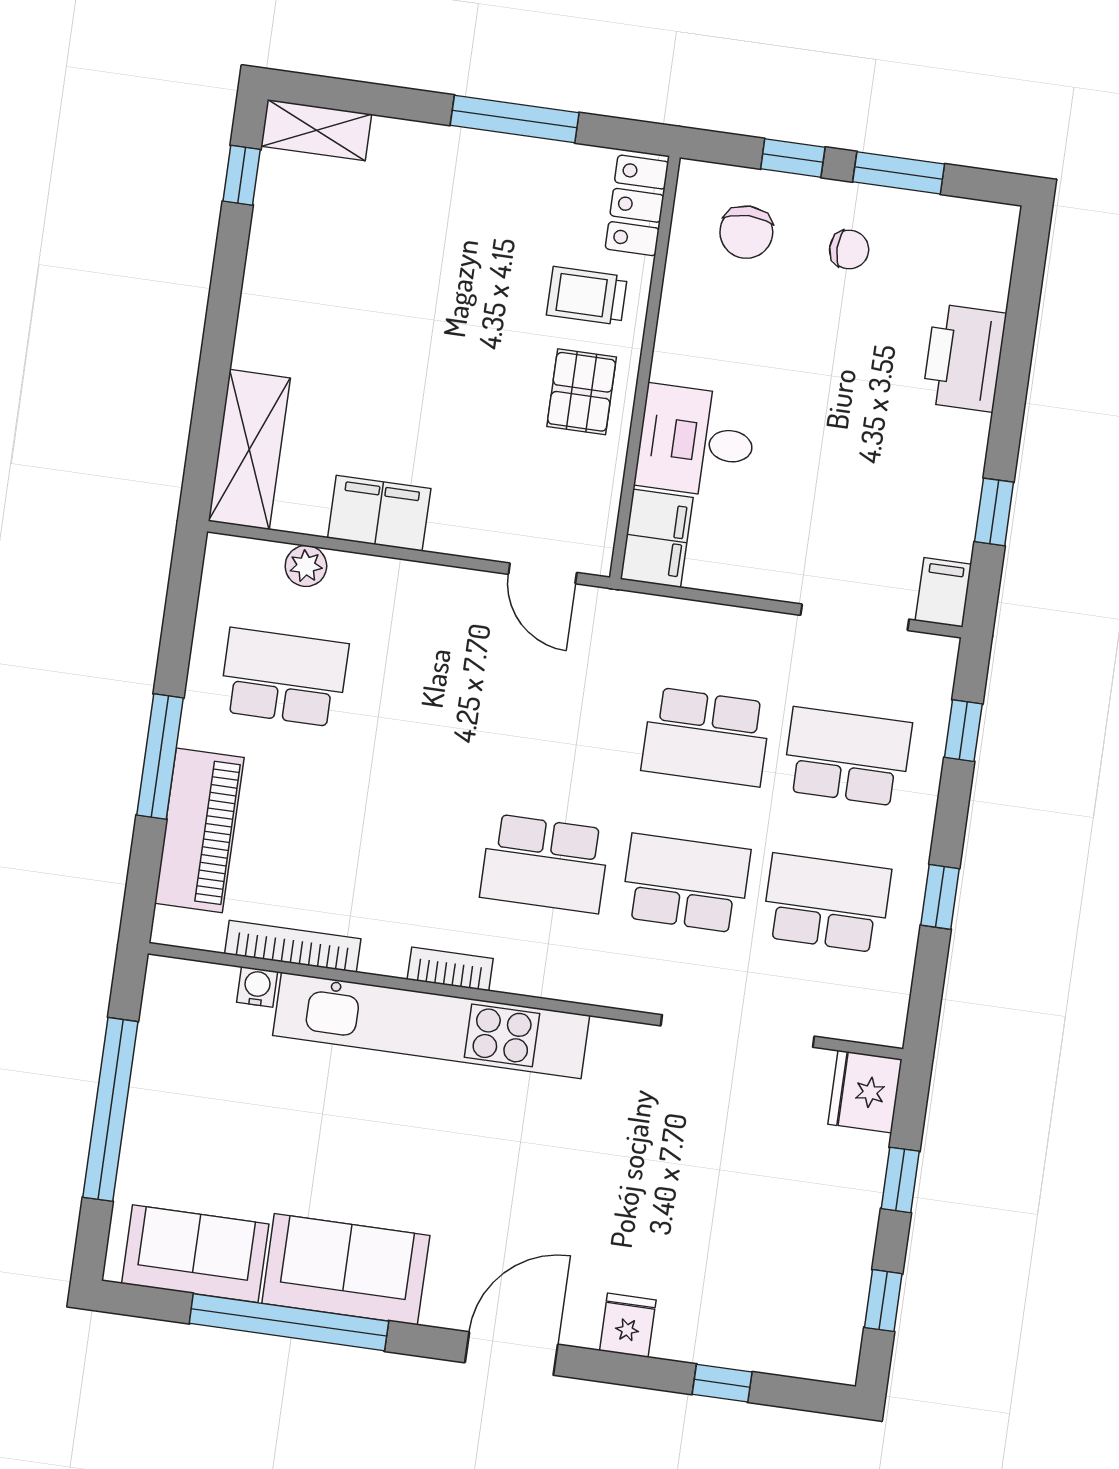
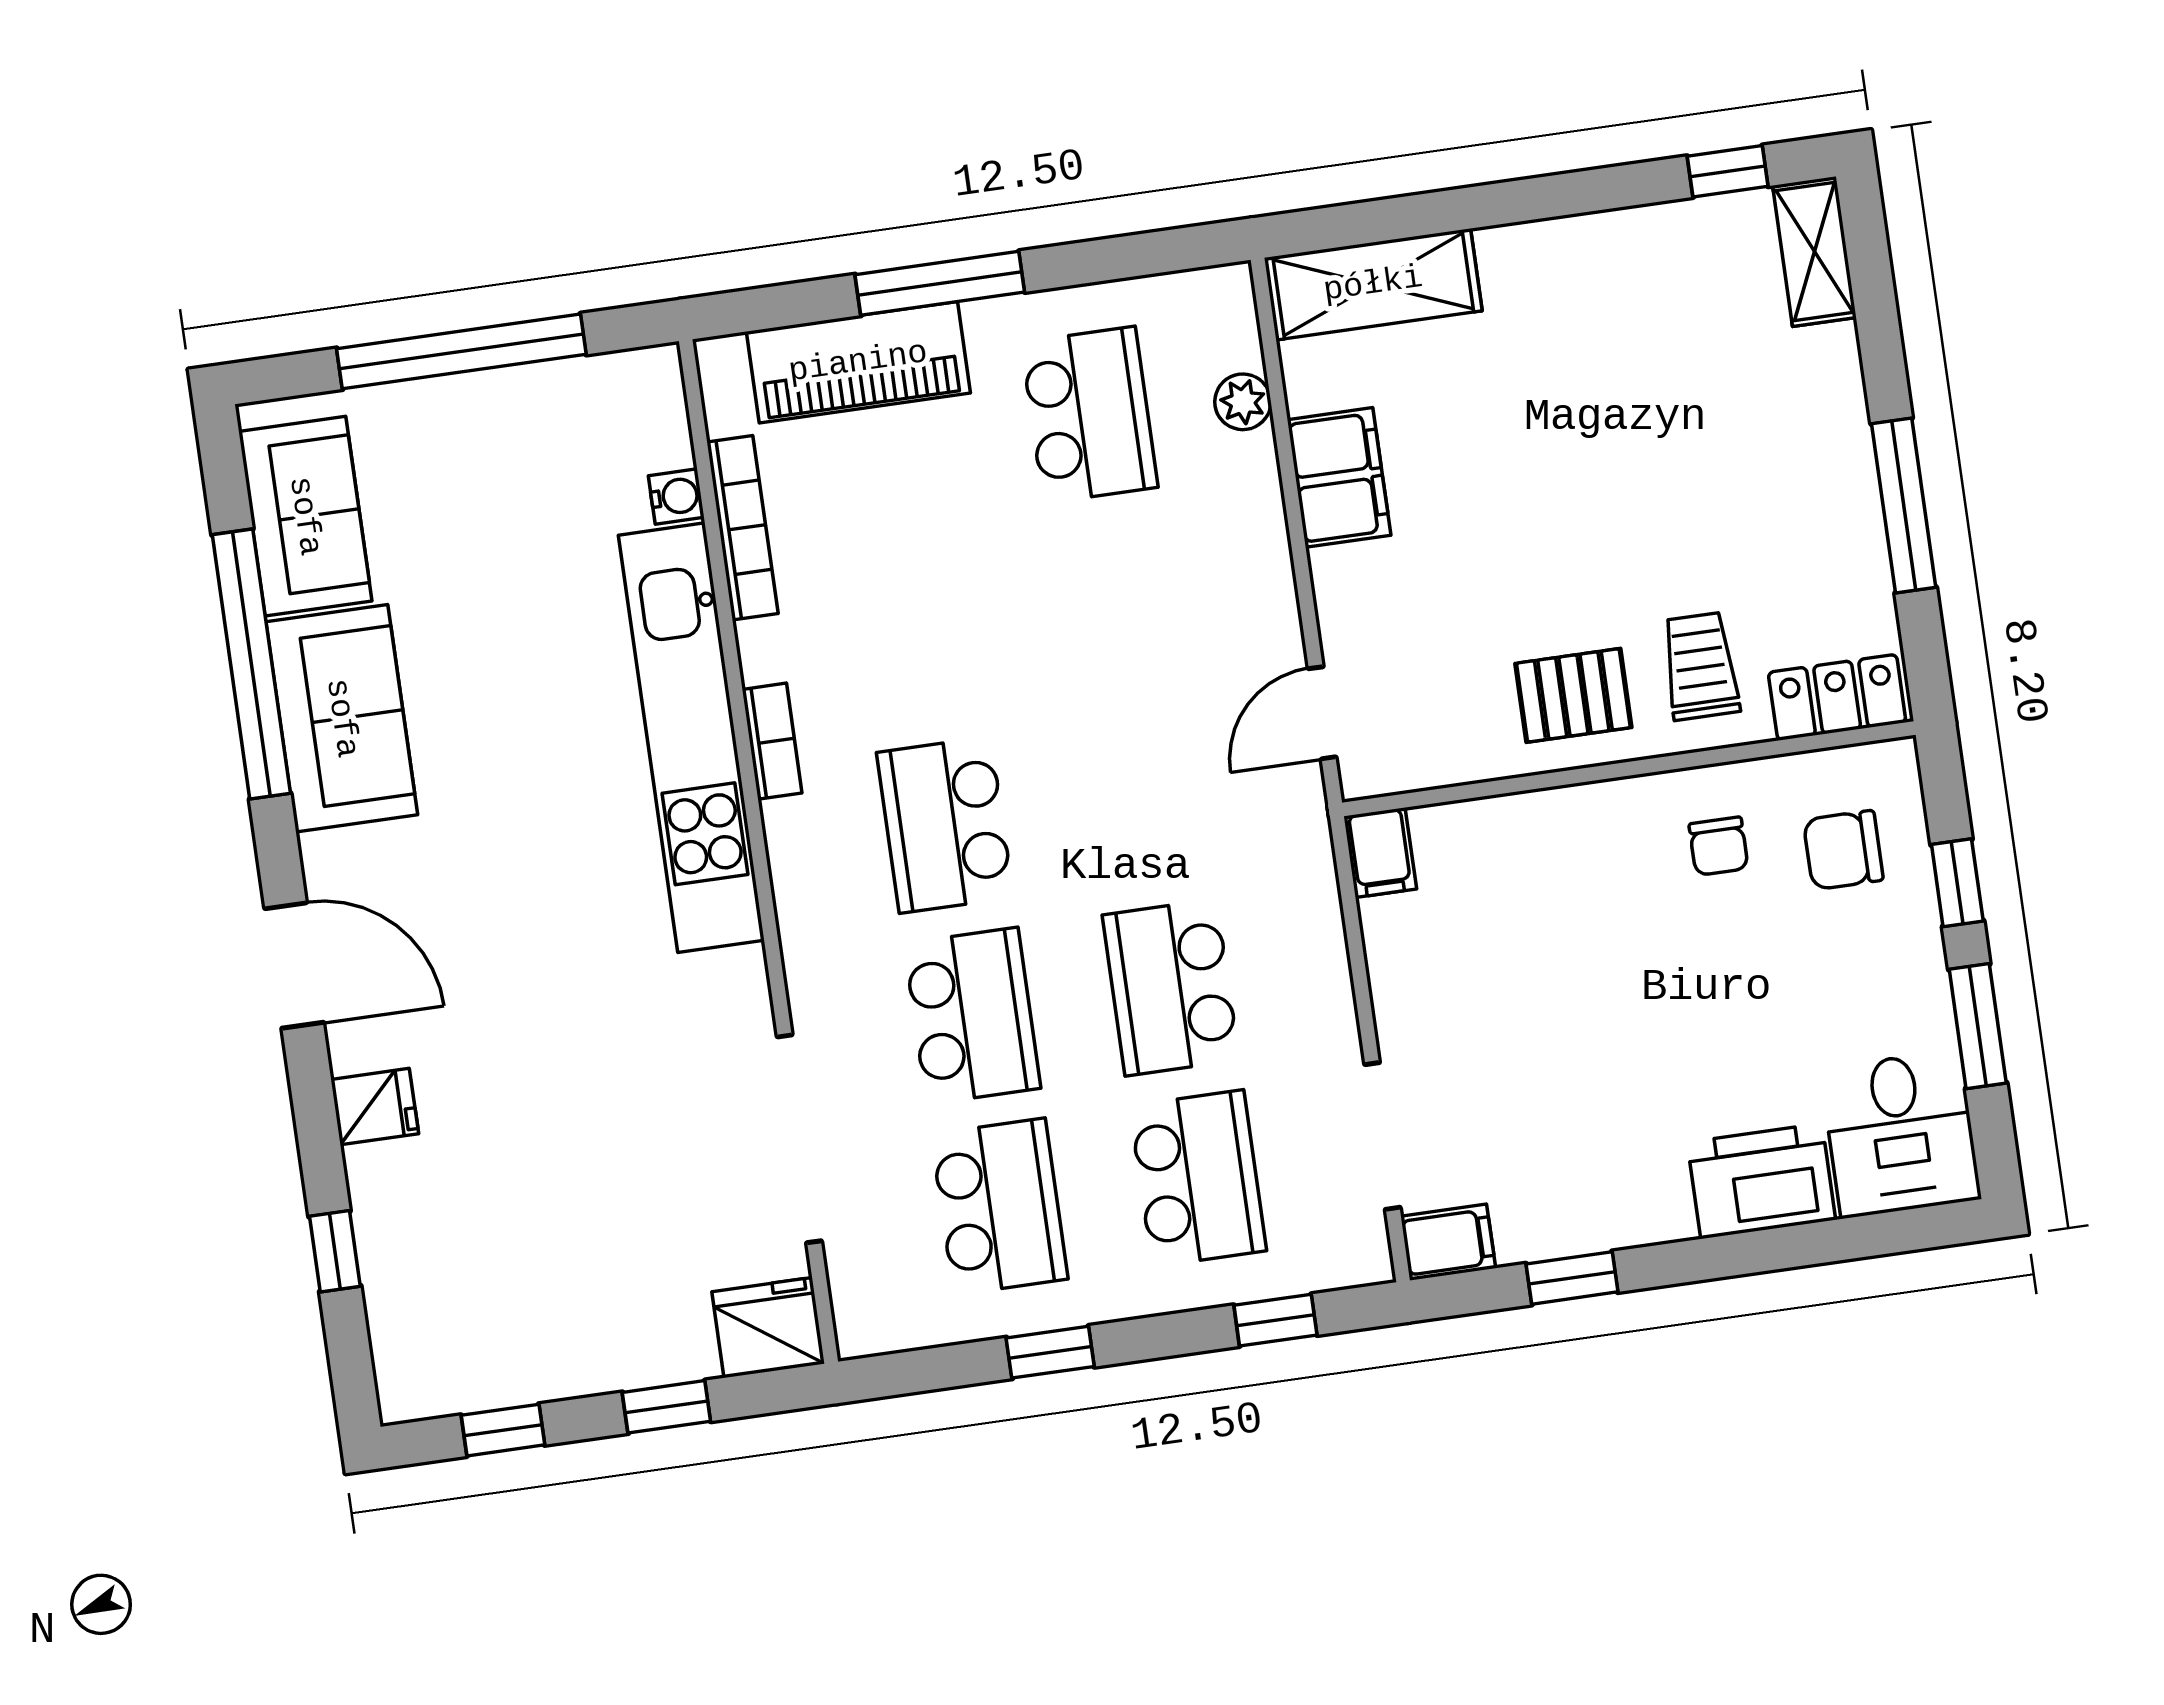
chair: (849, 250) -> (1719, 846), moved
desk: (696, 441) -> (1900, 1134), moved, turned 180
filing cabinet: (657, 538) -> (1380, 853), width x0.50

